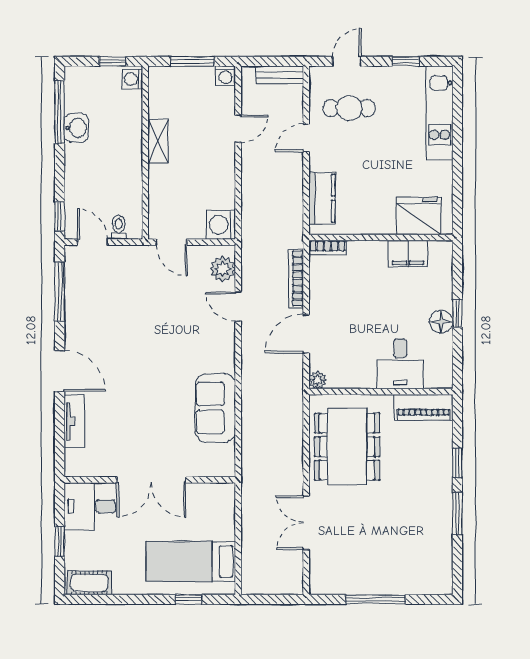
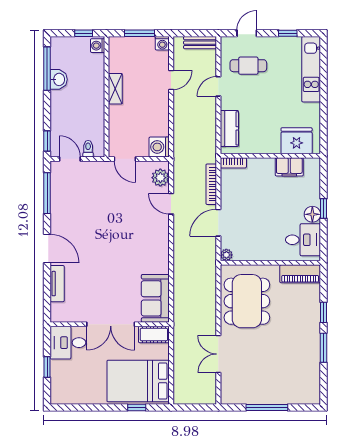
desk: (400, 364) -> (303, 240), moved, turned -90
sofa: (215, 408) -> (155, 298), moved
bed: (191, 561) -> (138, 381), width x1.50
cot: (89, 583) -> (154, 335), moved

